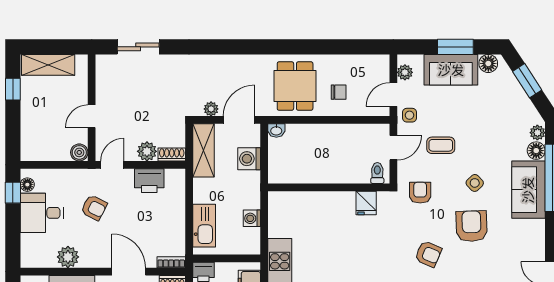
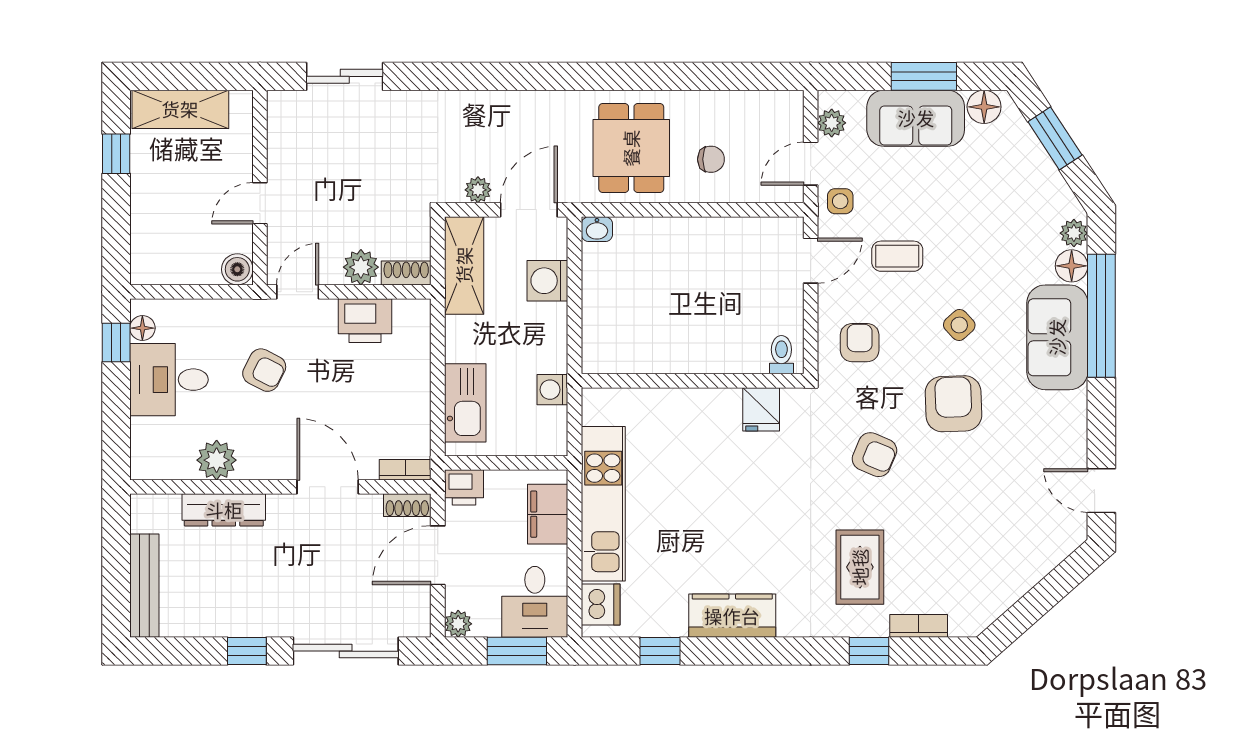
toilet: (377, 173) -> (781, 355), moved
wall: (329, 187) -> (693, 381), moved
fridge: (366, 203) -> (761, 409), moved

